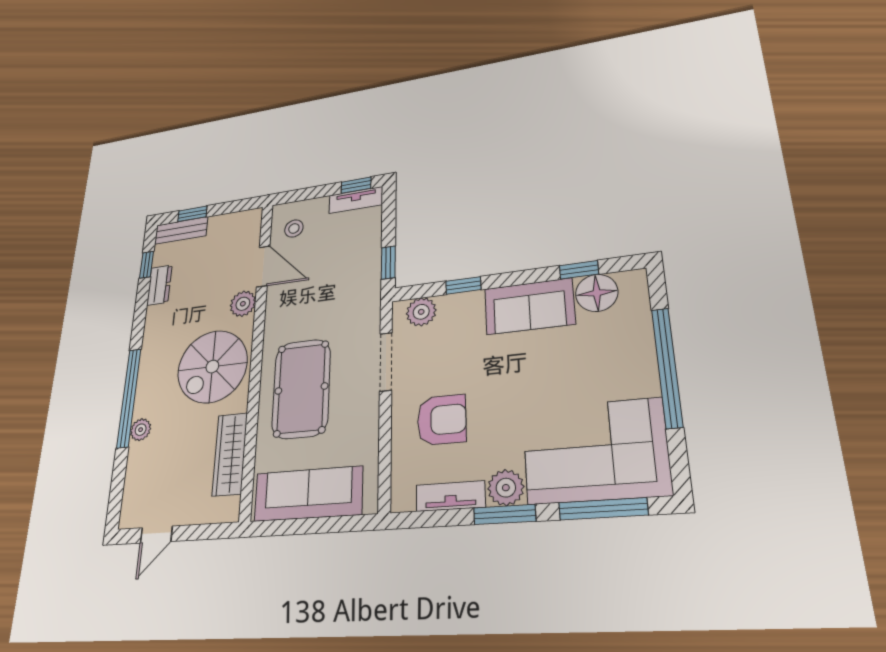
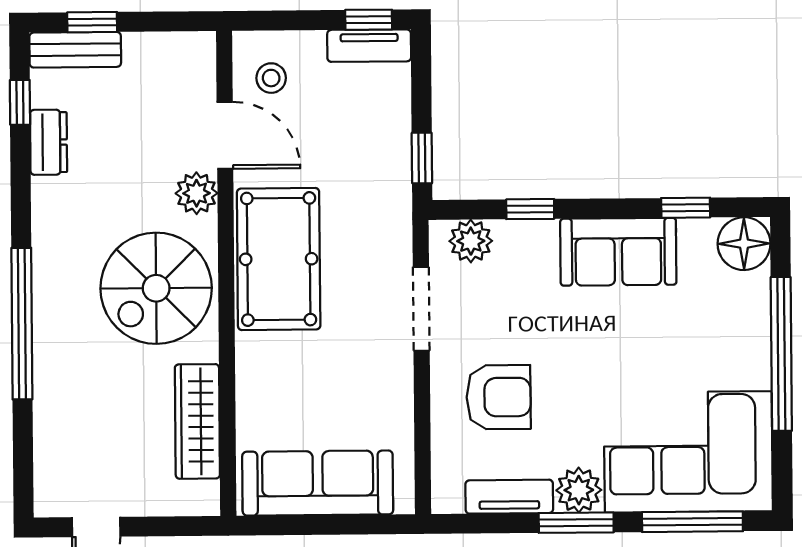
floor lamp: (597, 293) -> (744, 244), moved
pool table: (301, 388) -> (279, 259), moved
plant: (141, 430) -> (49, 375), removed

